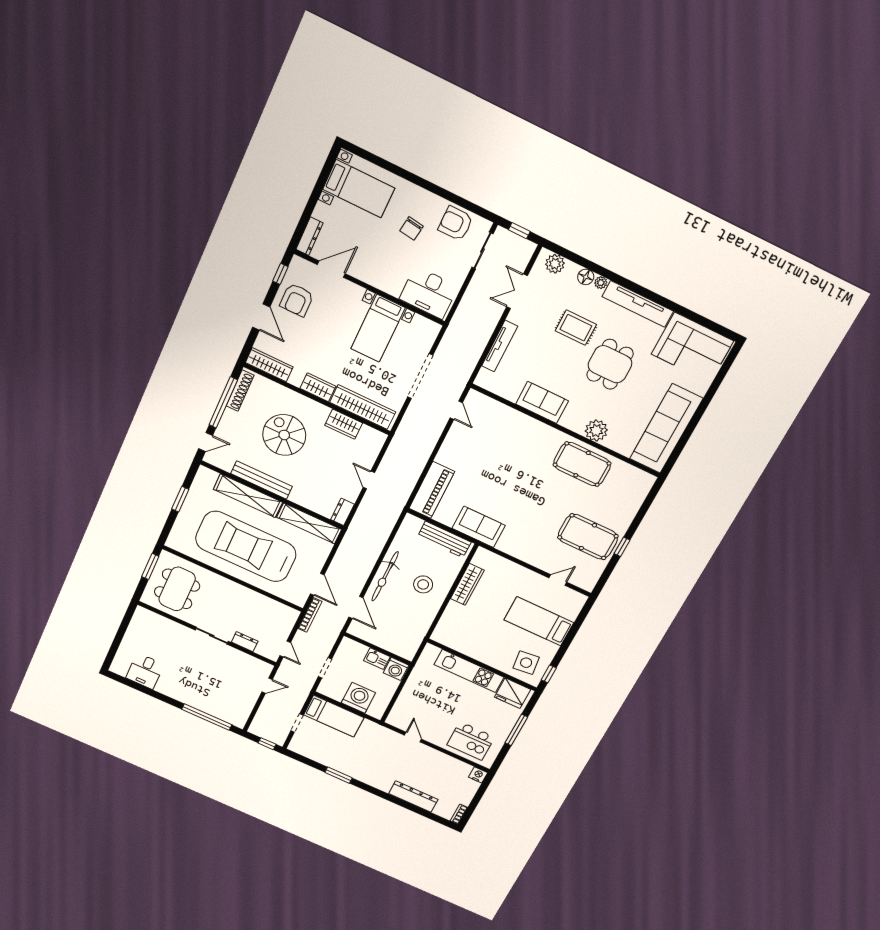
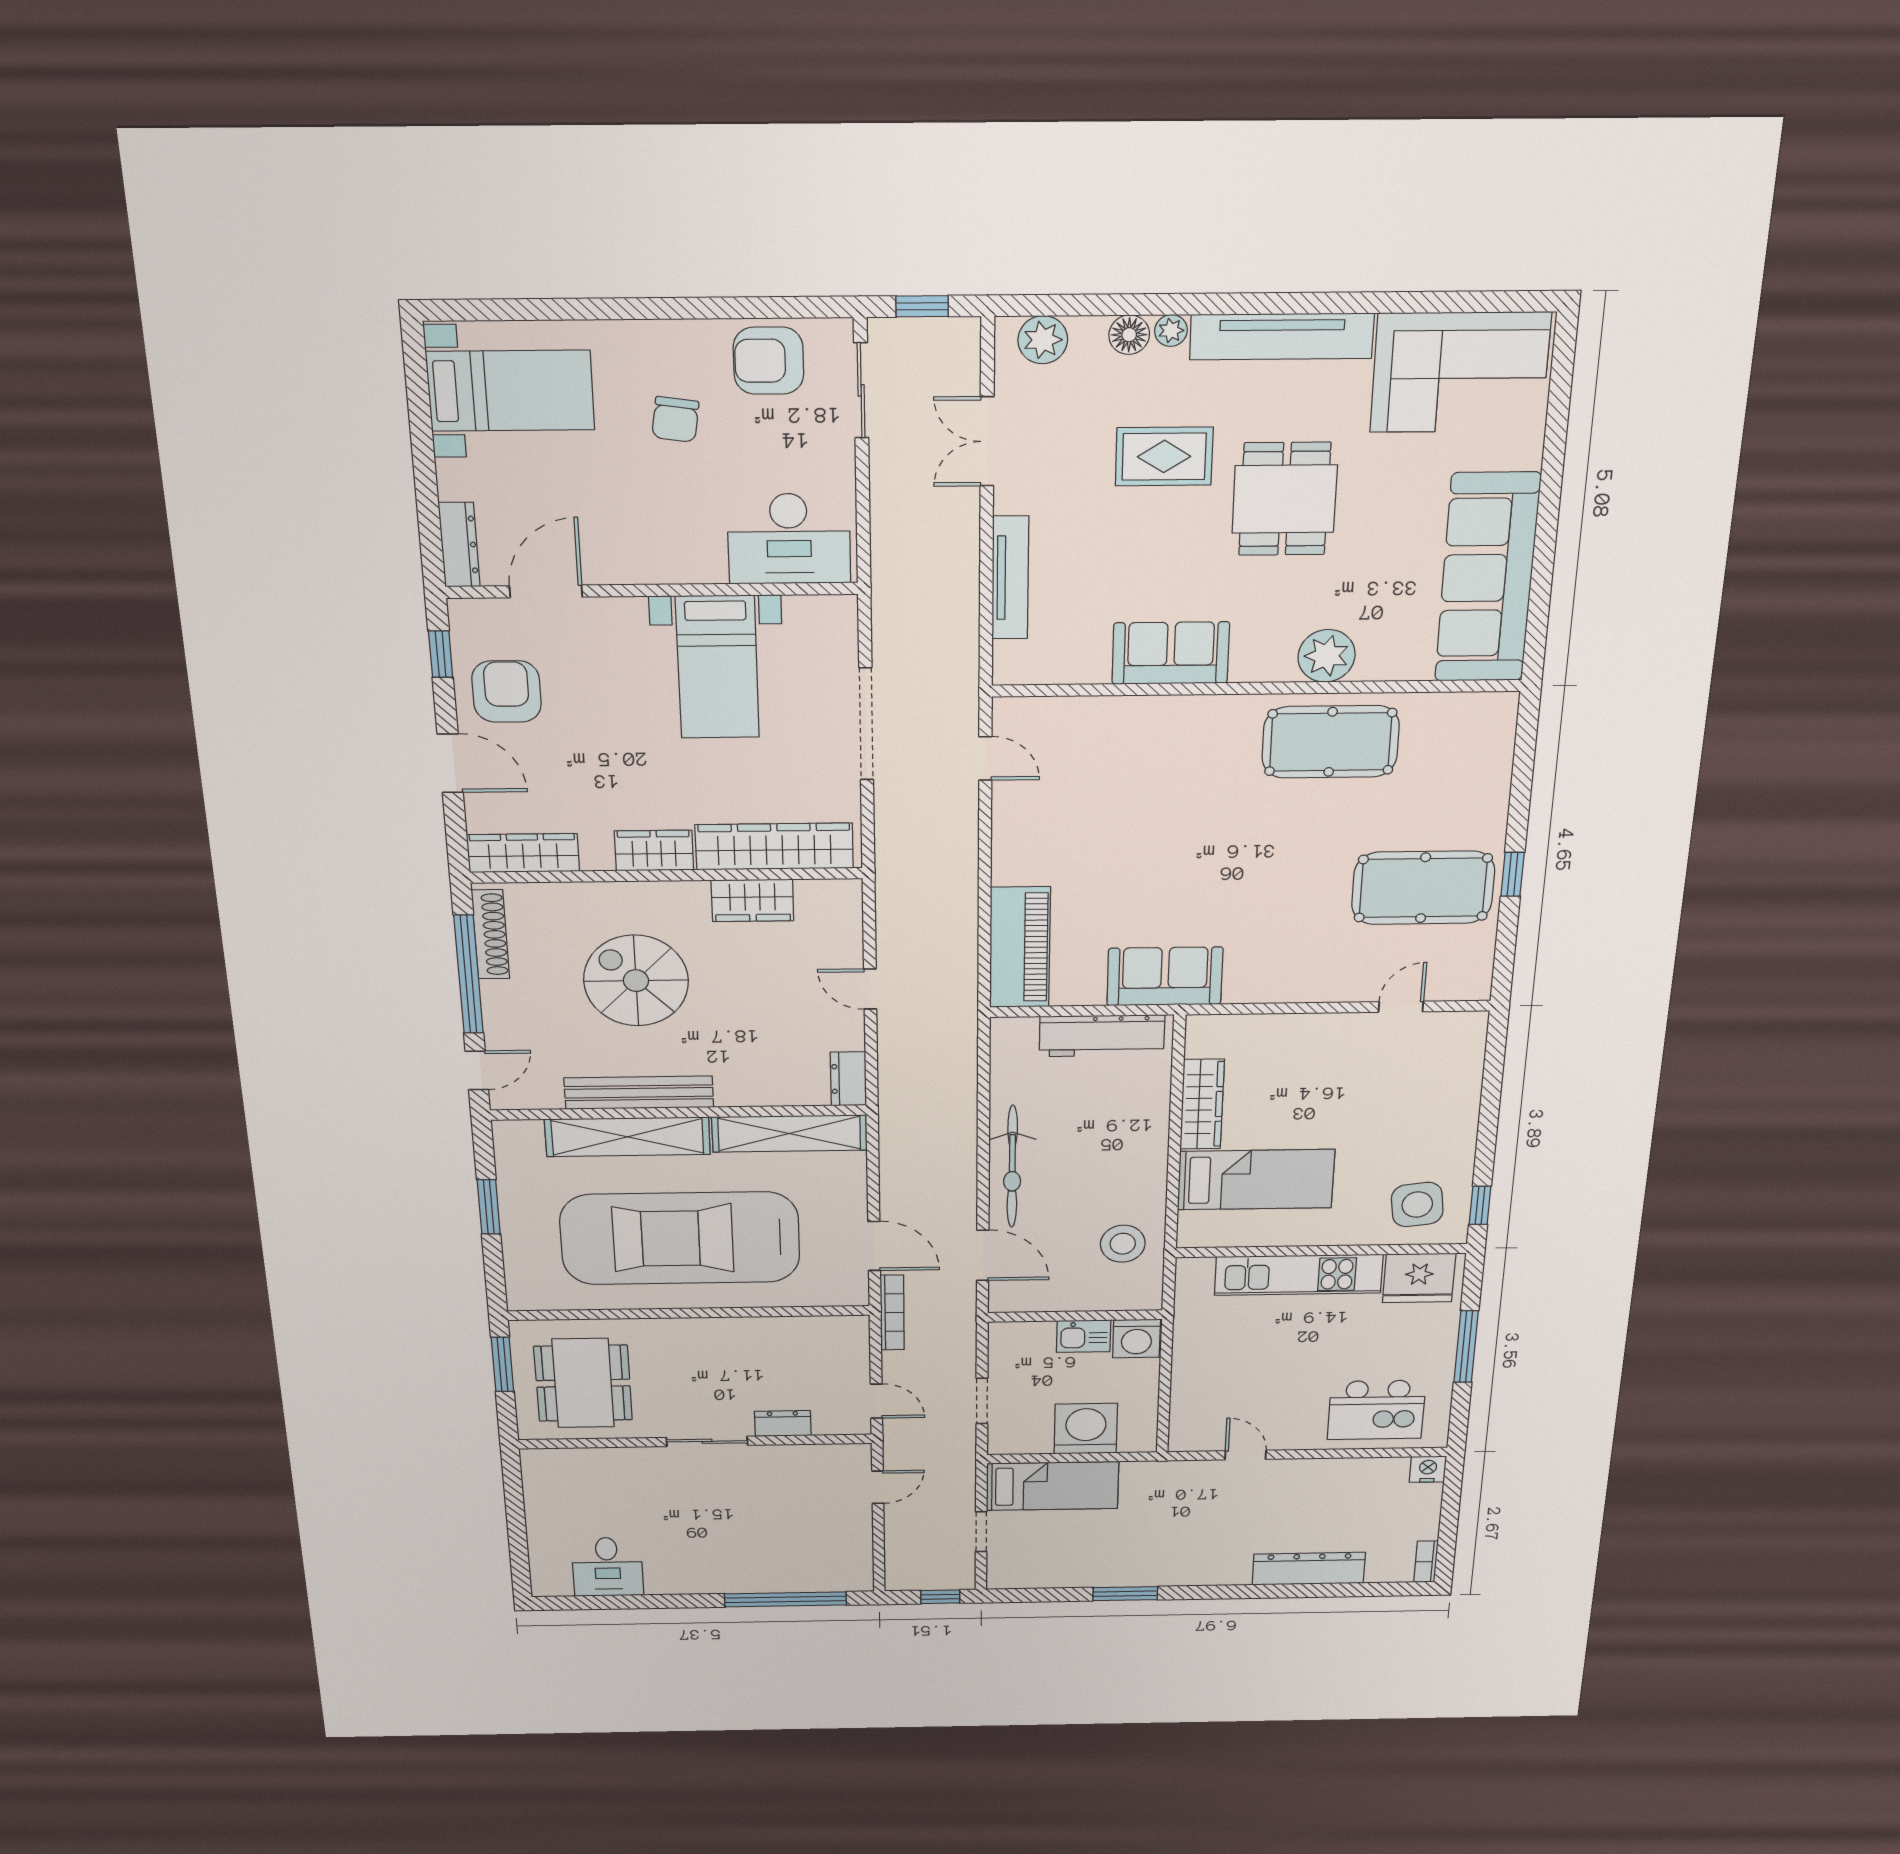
armchair: (297, 300) -> (507, 691), turned 180
stool: (423, 584) -> (1123, 1244), moved
bed: (539, 621) -> (1256, 1180), moved, turned 180

